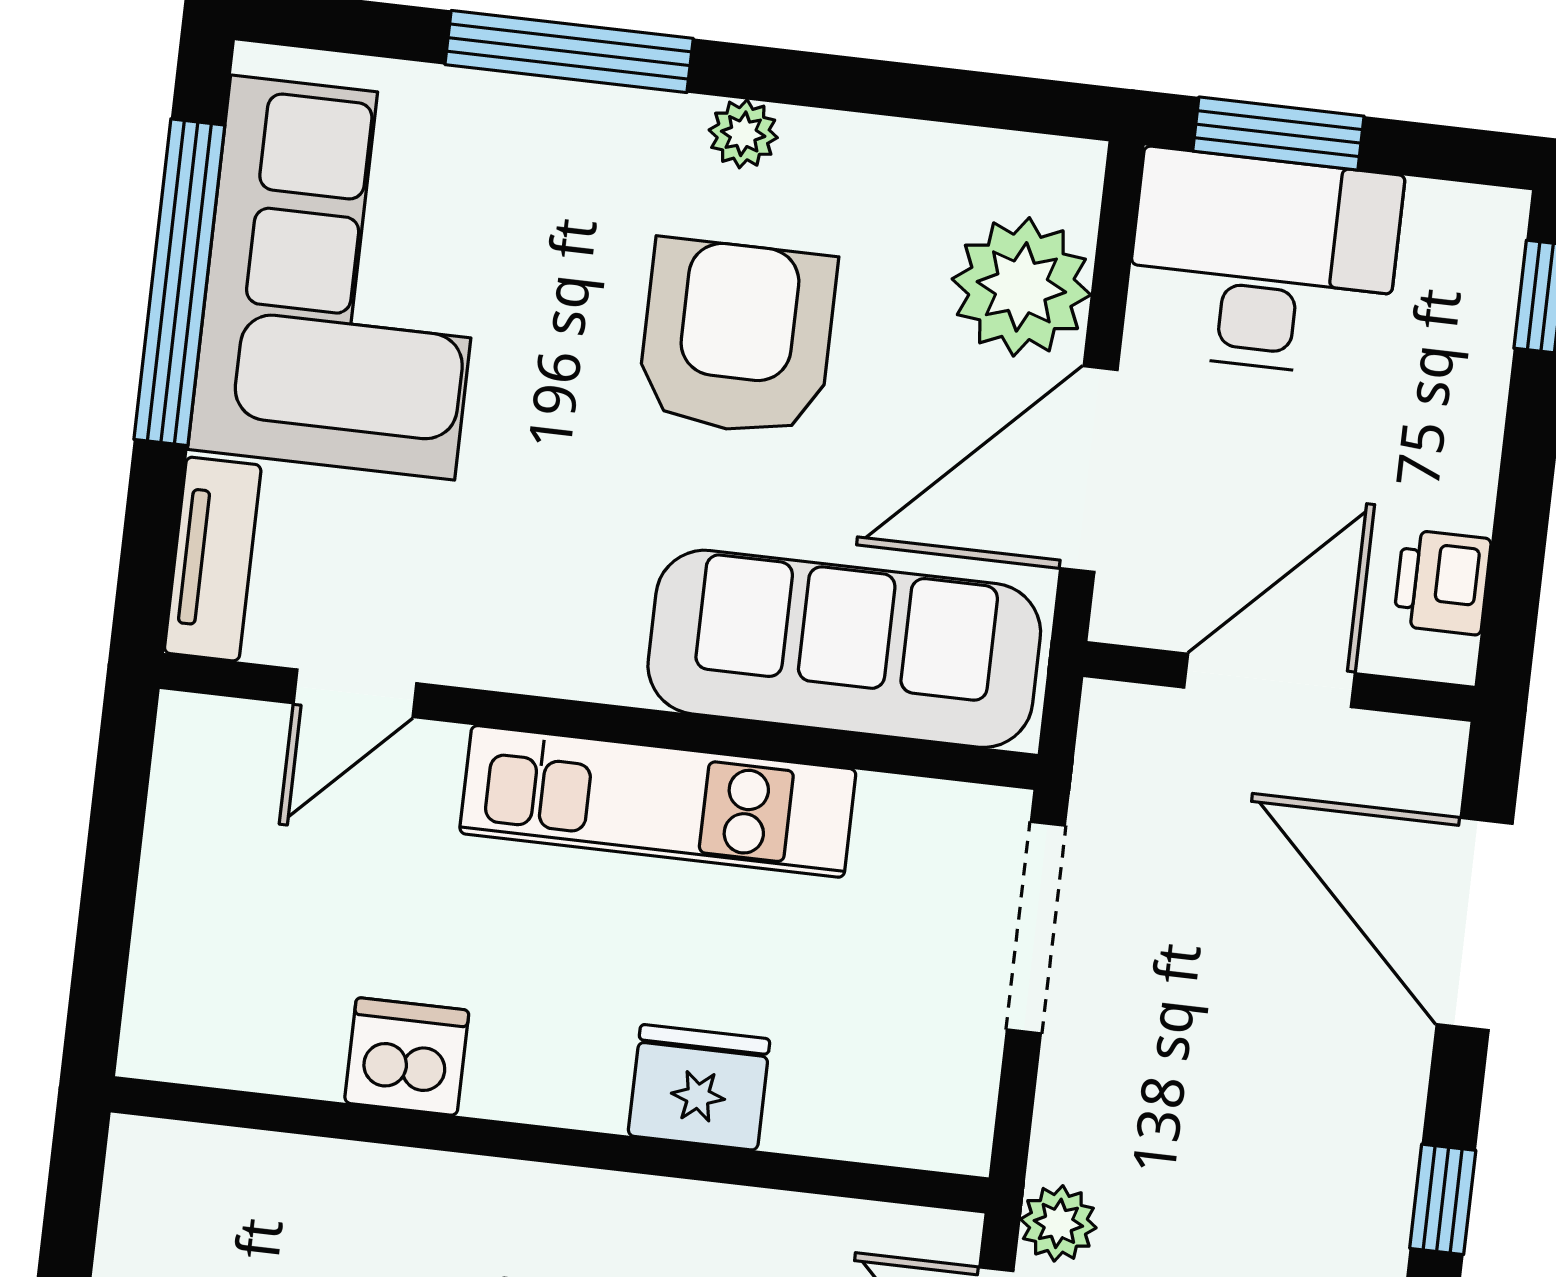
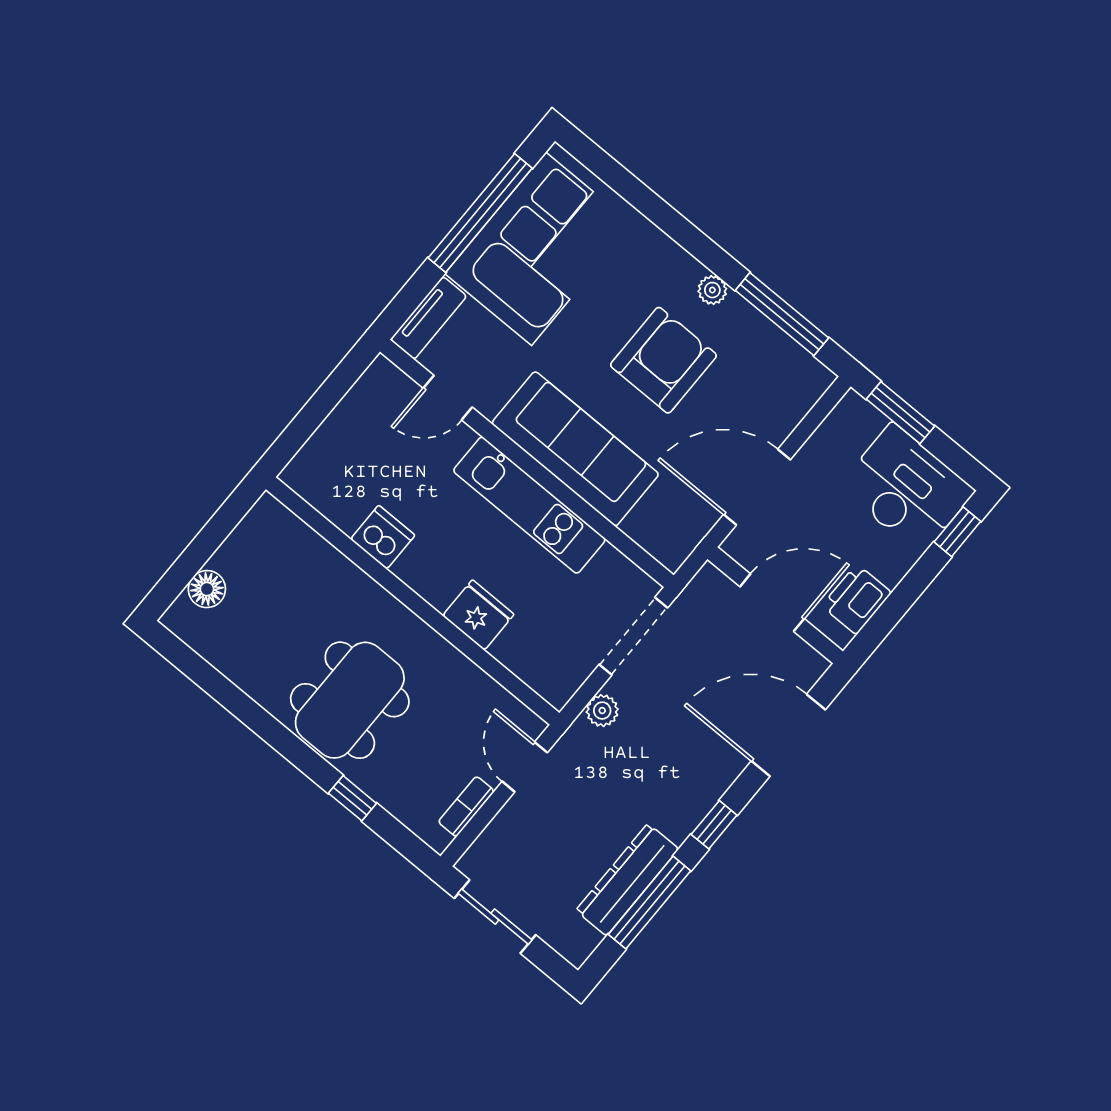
window: (569, 52) -> (782, 314), moved
desk: (1263, 263) -> (907, 489), moved
plant: (1021, 287) -> (775, 408), removed
printer: (1442, 582) -> (857, 599), width x1.36, depth x1.24
sofa: (844, 649) -> (575, 449), moved
door: (1475, 924) -> (788, 735), hinge flipped
plant: (1058, 1223) -> (602, 711), moved

